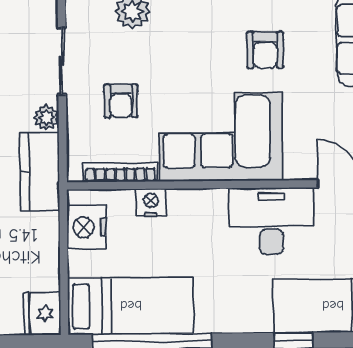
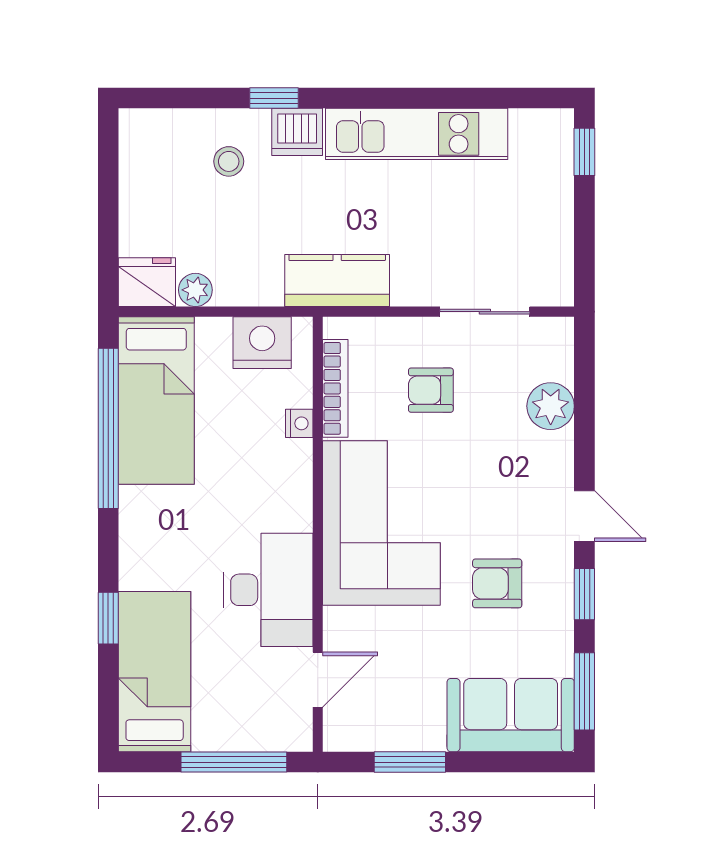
plant: (46, 117) -> (195, 290), moved
nightstand: (151, 202) -> (299, 423), width x0.72, depth x0.74

